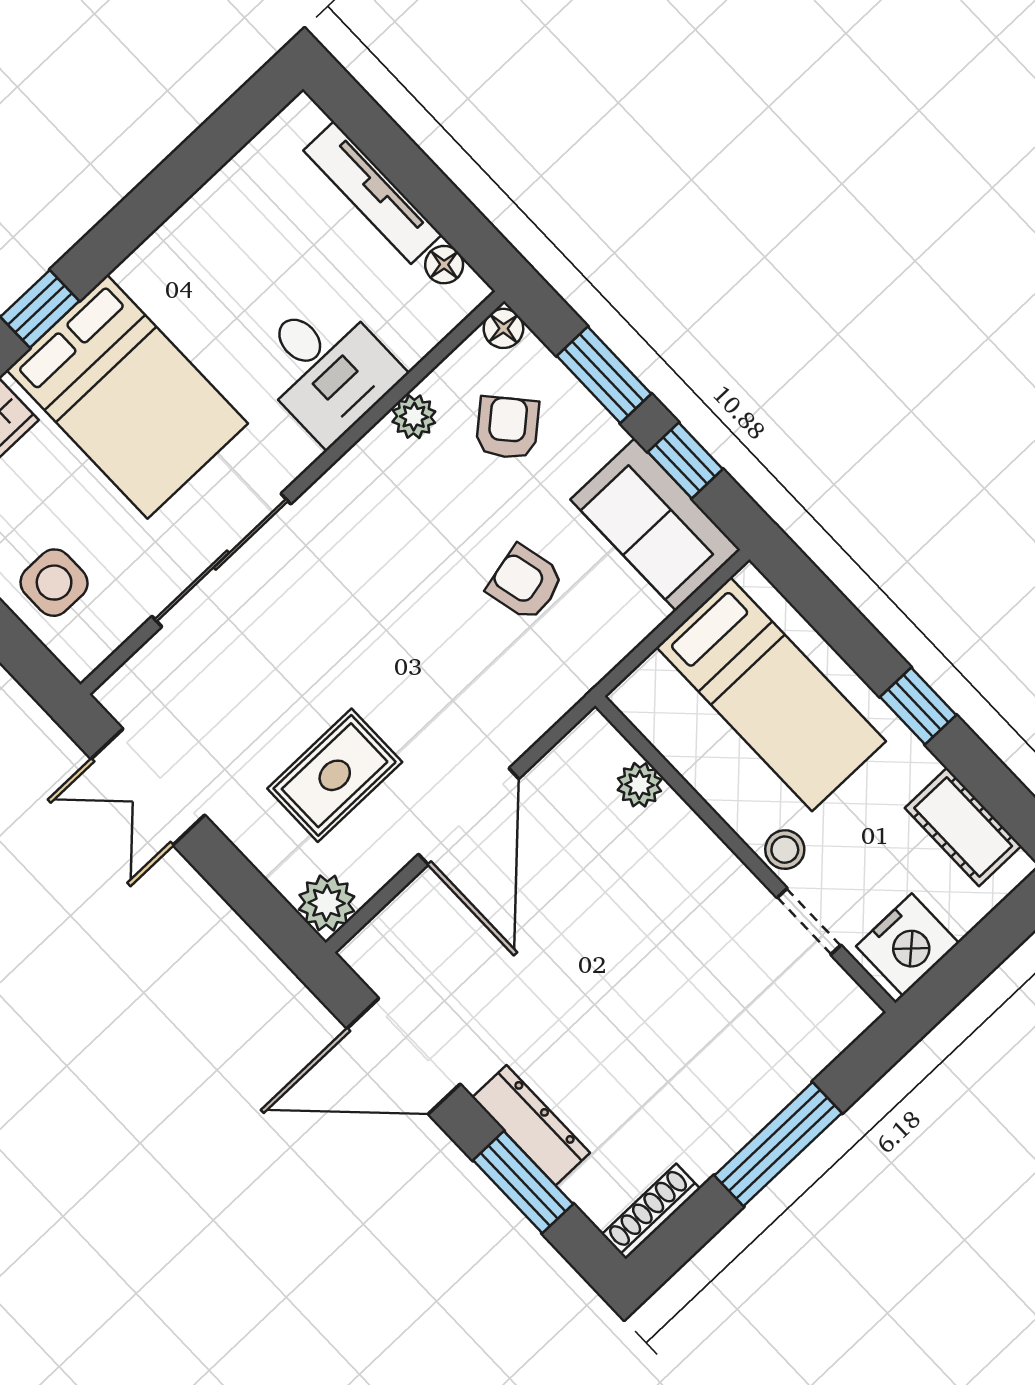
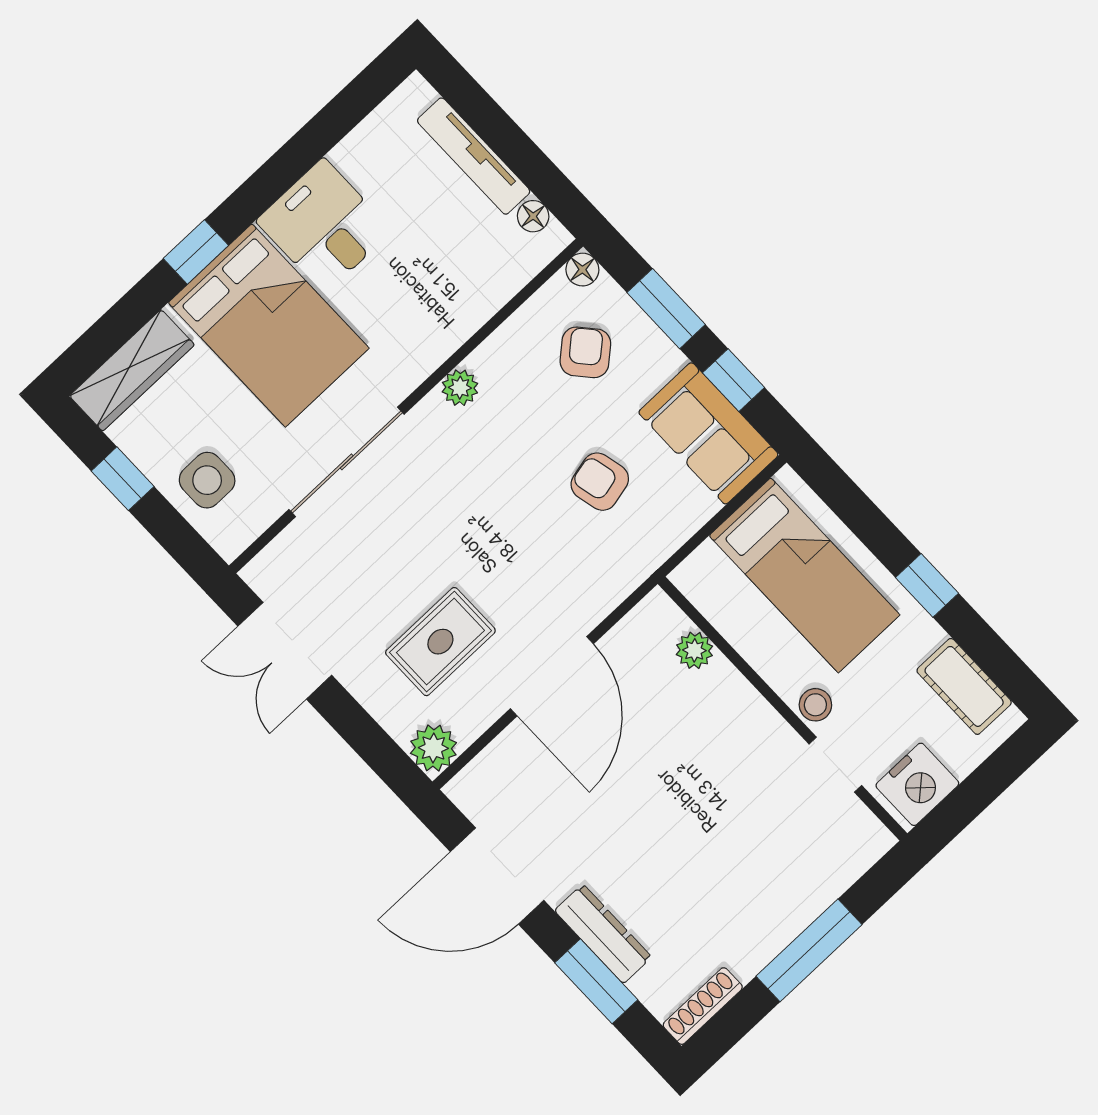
desk: (326, 368) -> (324, 226), moved, turned 180
plant: (414, 417) -> (460, 388), moved

